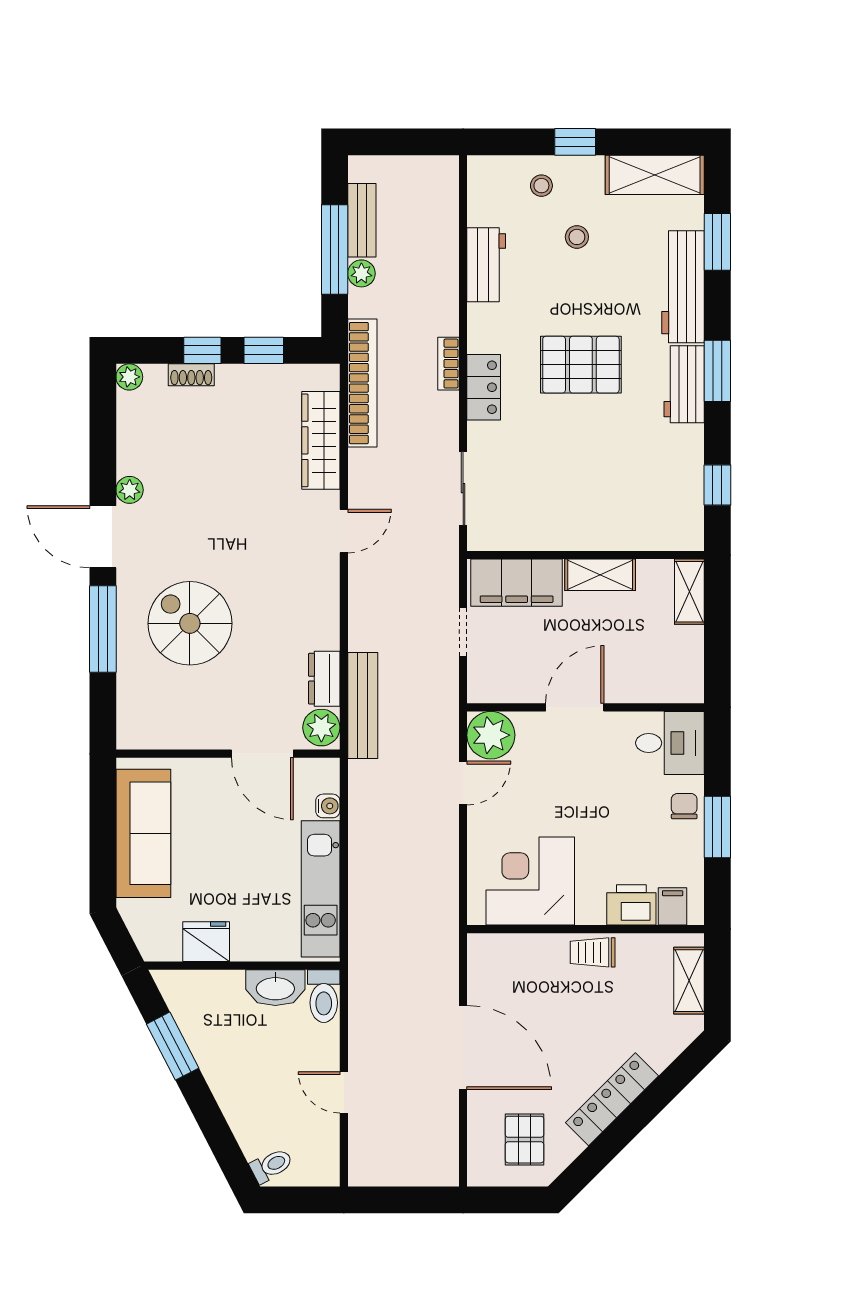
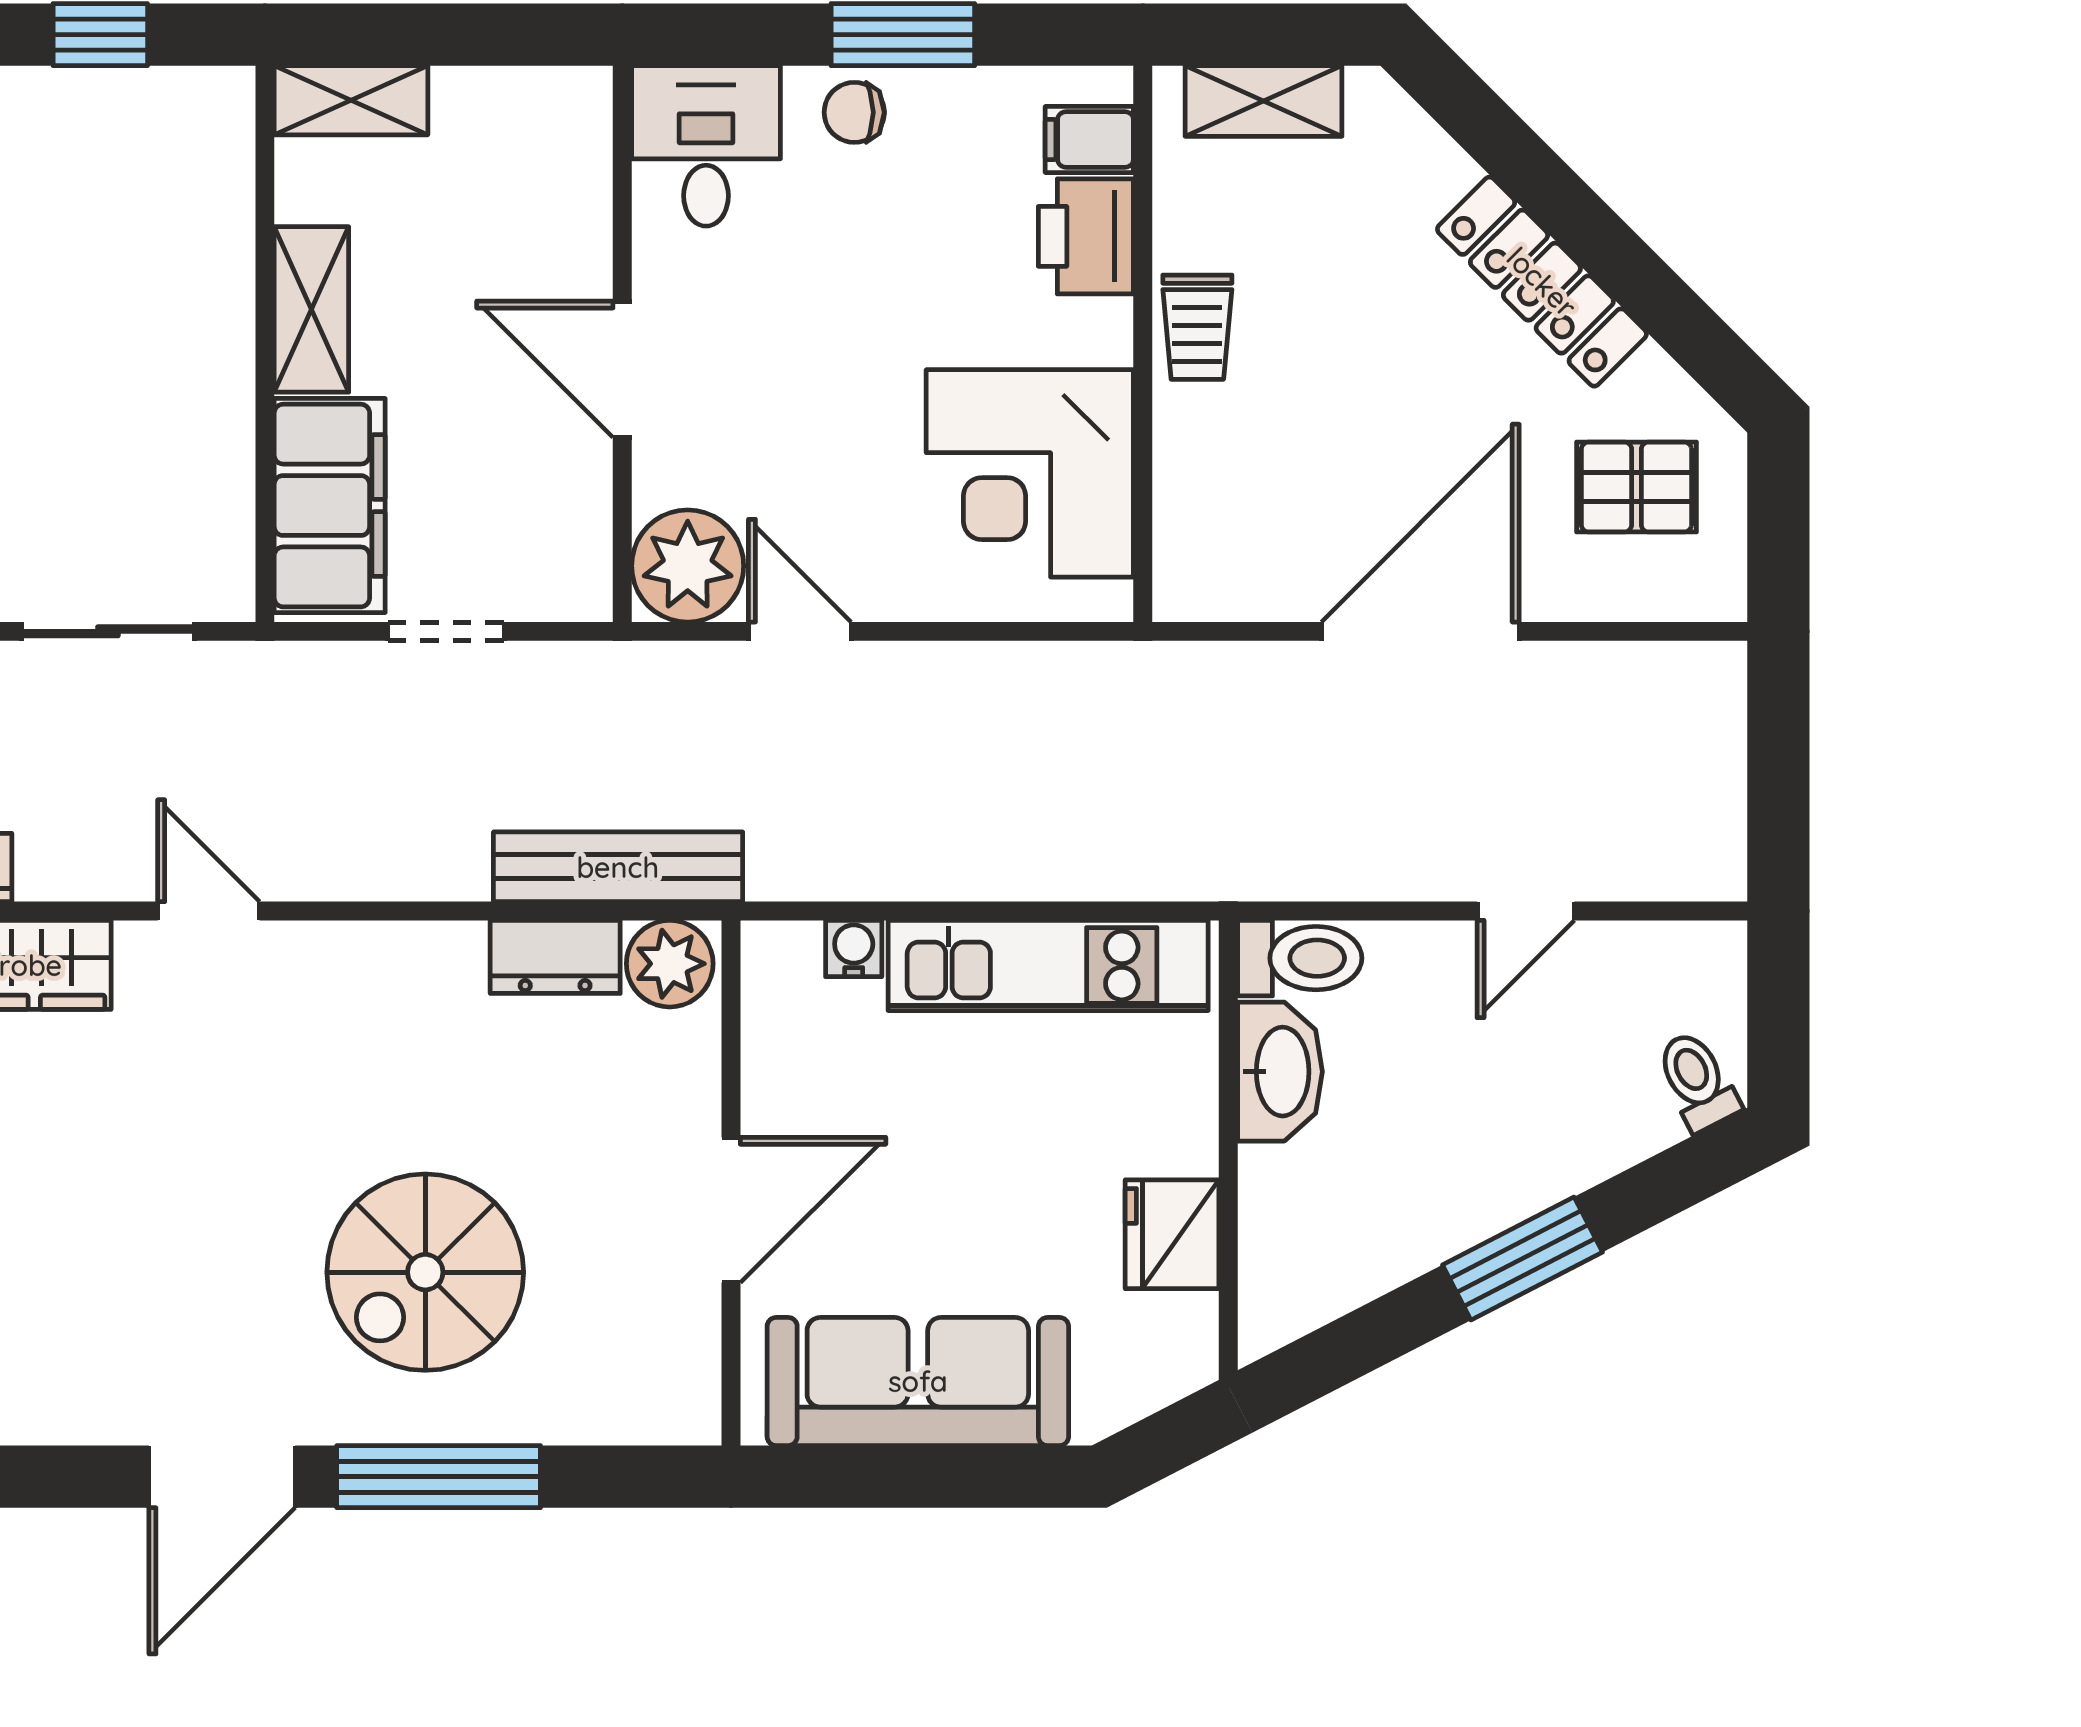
plant: (130, 490) -> (112, 1414), removed
door: (262, 754) -> (731, 1210), moved
window: (173, 1046) -> (1522, 1259), moved

